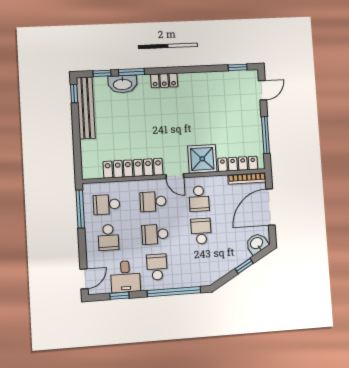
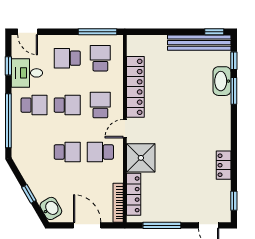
locker: (164, 80) -> (224, 165), moved
door: (270, 207) -> (87, 225), width x0.73
school desk: (155, 234) -> (67, 105), turned 90

